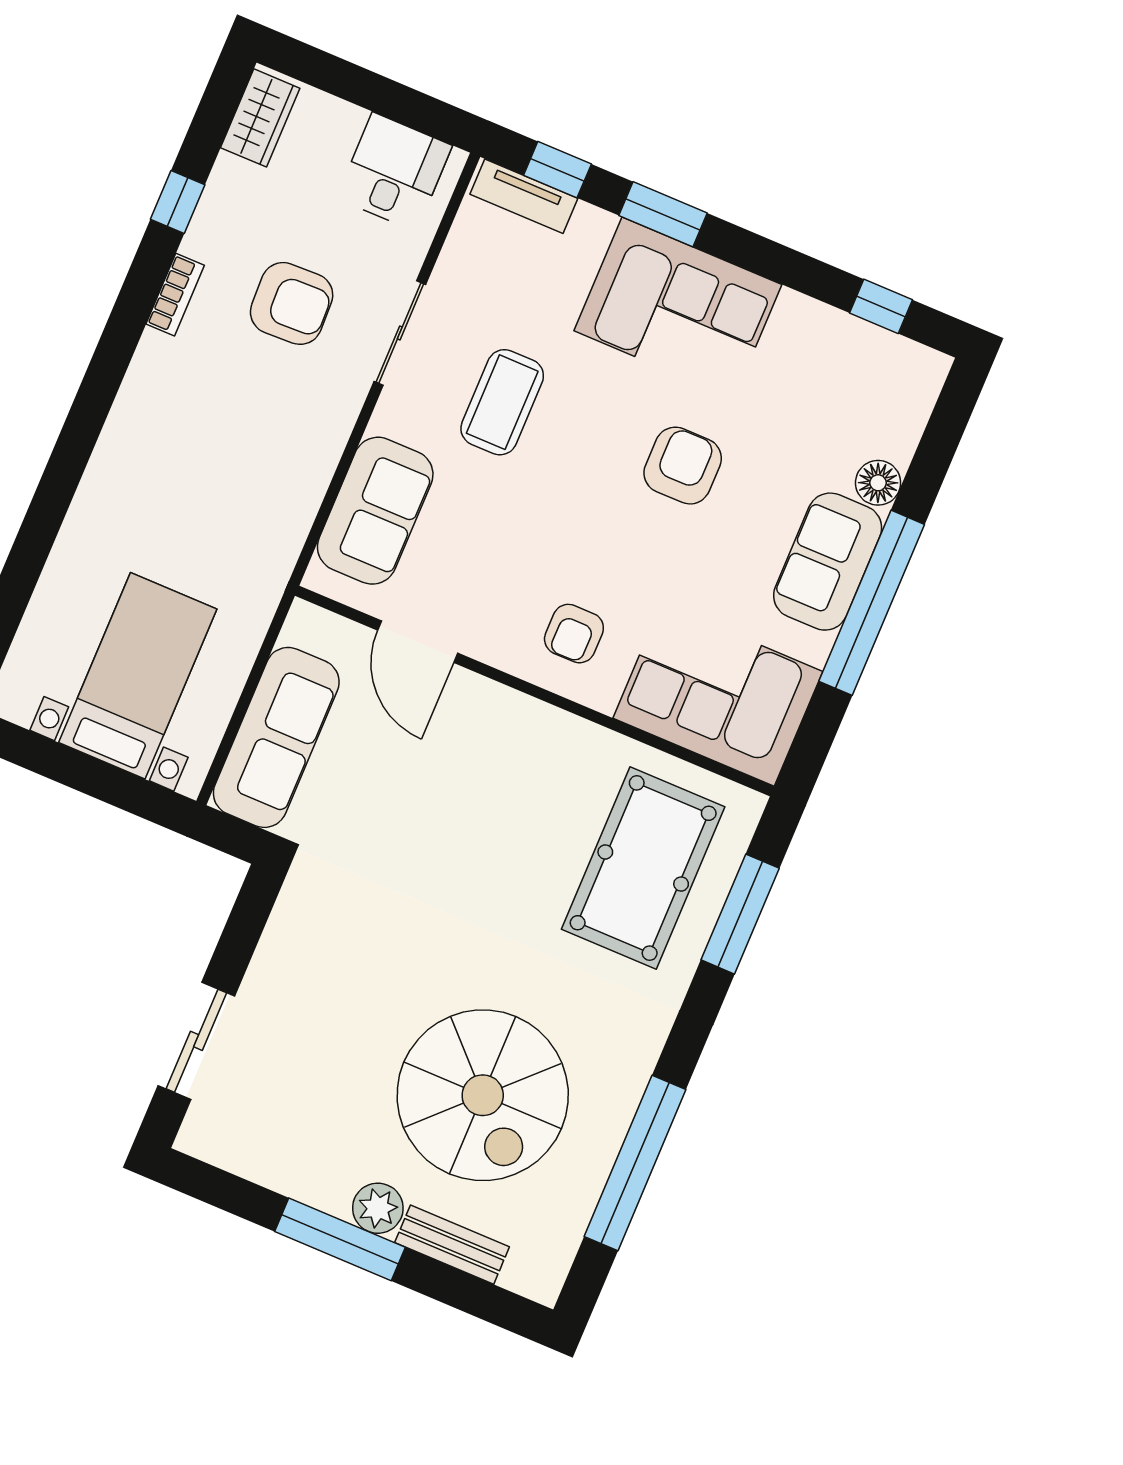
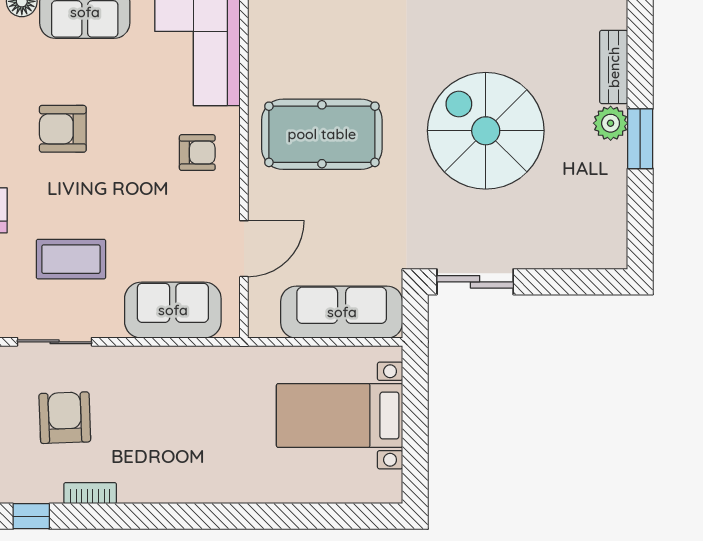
pool table: (643, 868) -> (322, 134), moved
sliding door: (196, 1041) -> (475, 282), moved
spiral stairs: (483, 1095) -> (486, 131), moved, turned -90
window: (340, 1239) -> (640, 139), width x0.69

